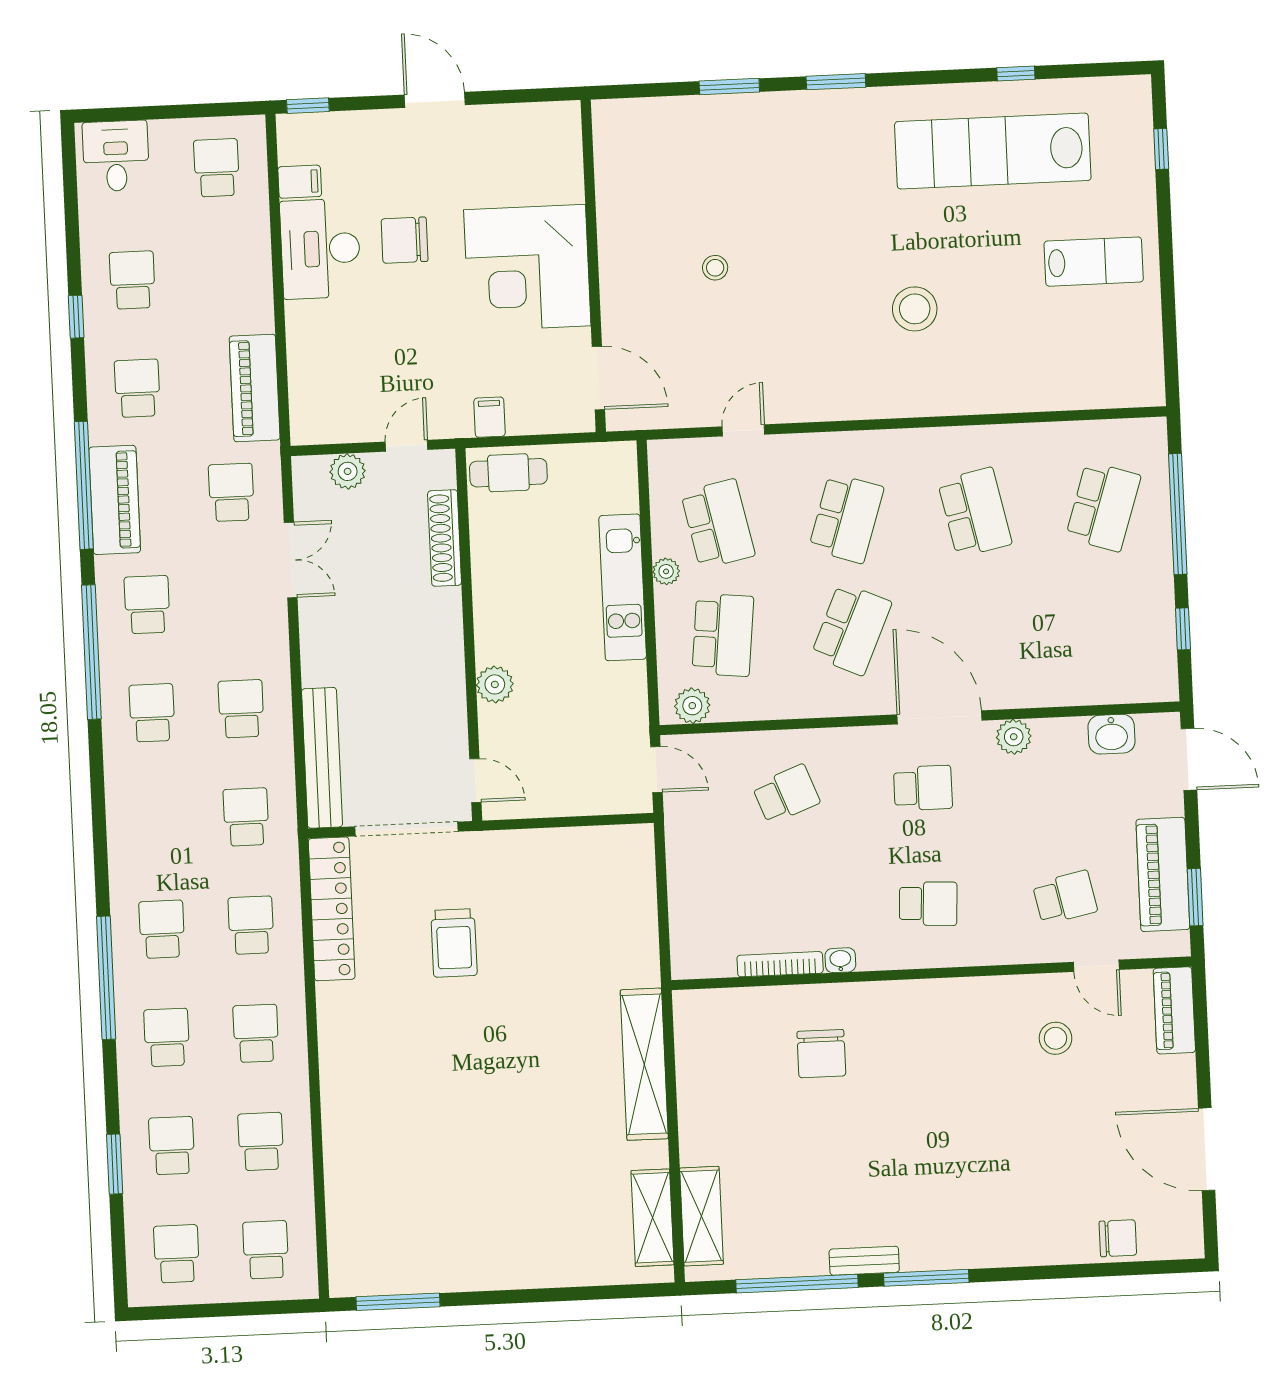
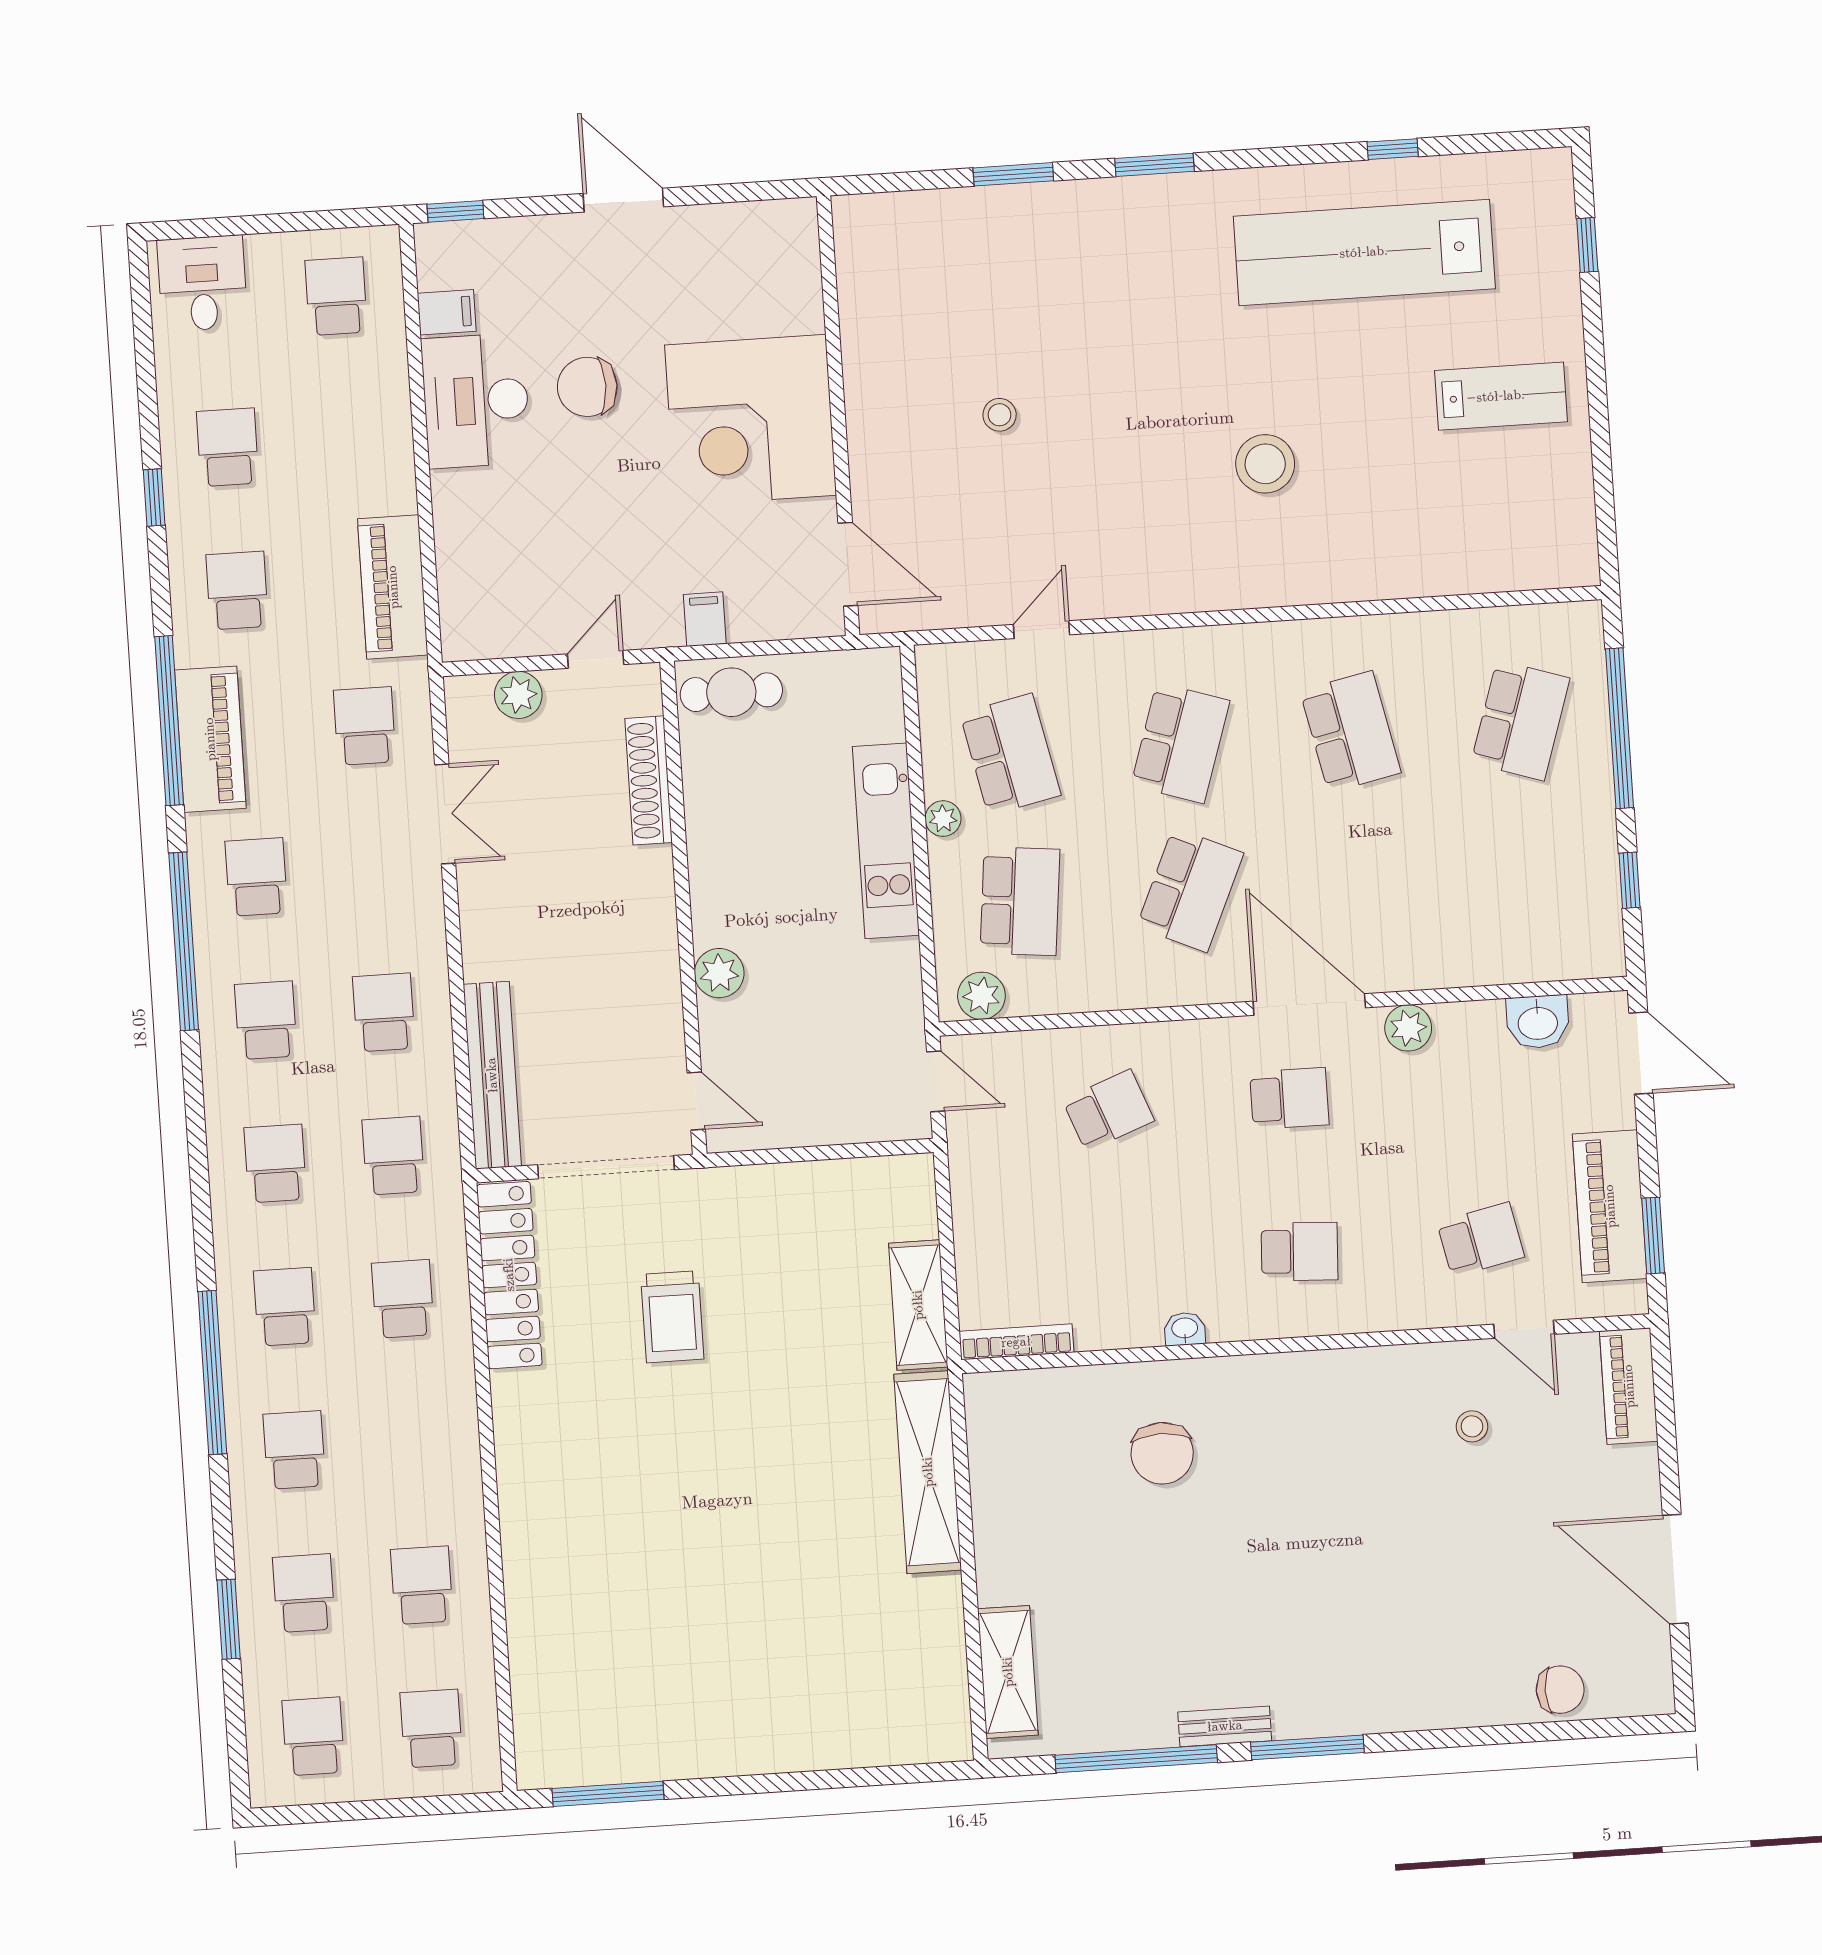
bookcase: (780, 964) -> (1016, 1342), moved
school desk: (256, 1033) -> (275, 1163), moved
stool: (1055, 1038) -> (1472, 1426), width x0.73, depth x0.73
shelving: (653, 1218) -> (918, 1305), moved

